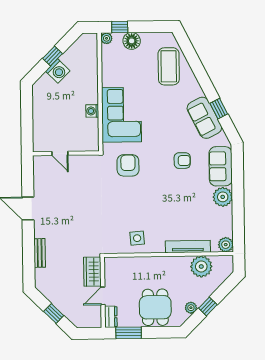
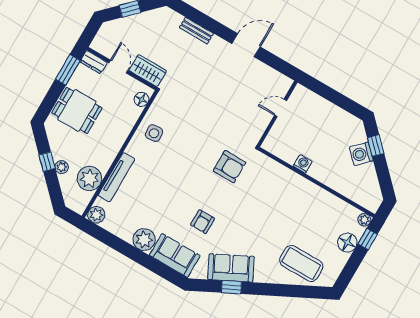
window: (53, 56) -> (376, 146), moved
corner sofa: (121, 115) -> (282, 190), removed
floor lamp: (117, 263) -> (141, 99), added
plant: (191, 308) -> (62, 167), moved

